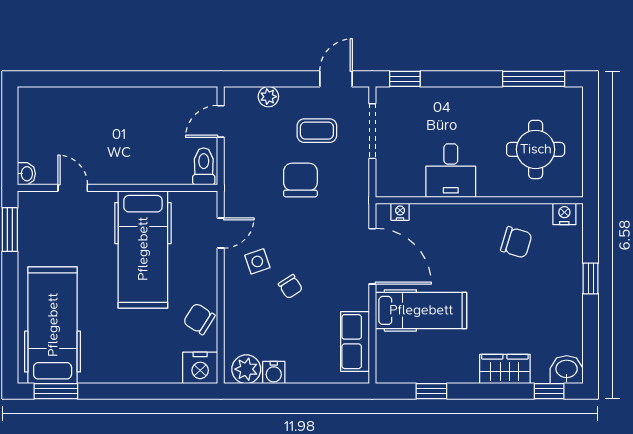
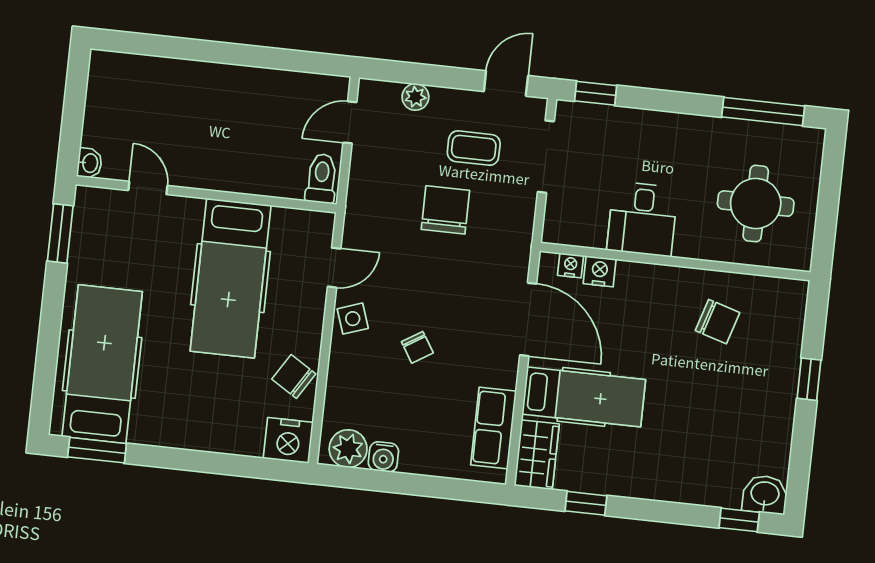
nightstand: (564, 214) -> (600, 271), moved
side table: (257, 261) -> (353, 319), moved
wardrobe: (505, 369) -> (537, 455), moved, turned 90

